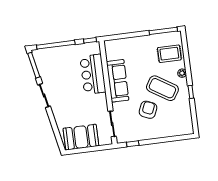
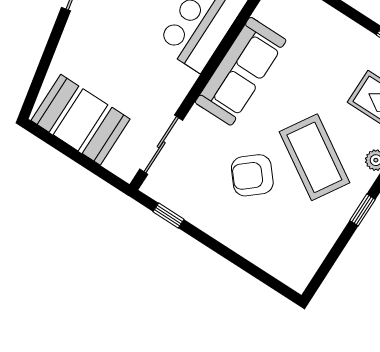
armchair: (148, 110) -> (252, 175), turned -153

